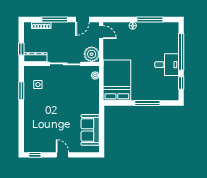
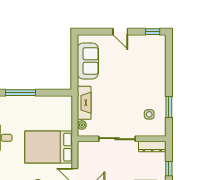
window: (21, 49) -> (169, 169), moved
plant: (92, 54) -> (86, 150), removed
bed: (117, 80) -> (49, 147), moved, turned 90
fireplace: (93, 94) -> (84, 103), added

